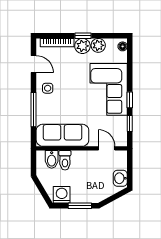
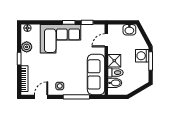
plant: (82, 46) -> (27, 59), removed
shower: (80, 159) -> (114, 61), added
washing machine: (62, 195) -> (142, 56), moved

